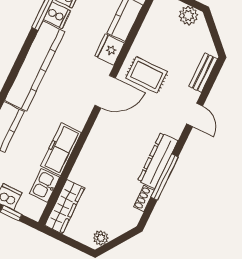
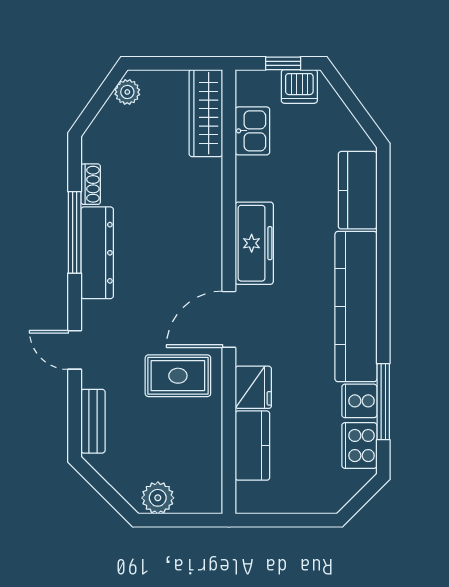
freezer: (61, 149) -> (254, 243), moved

